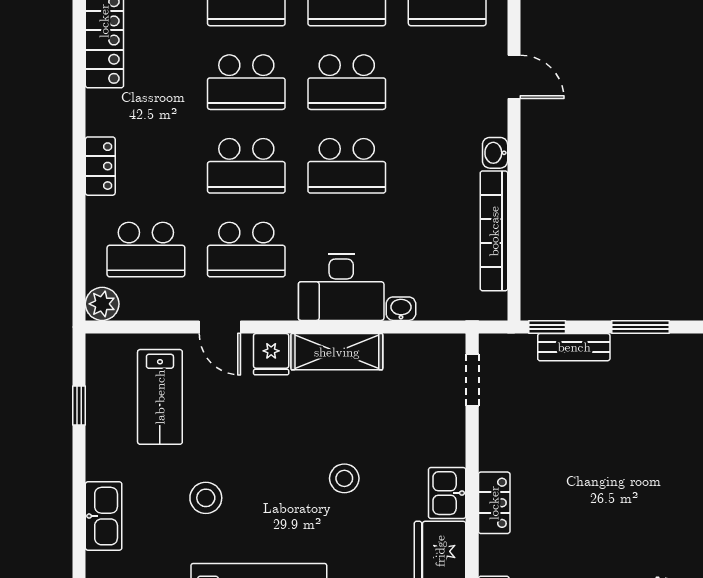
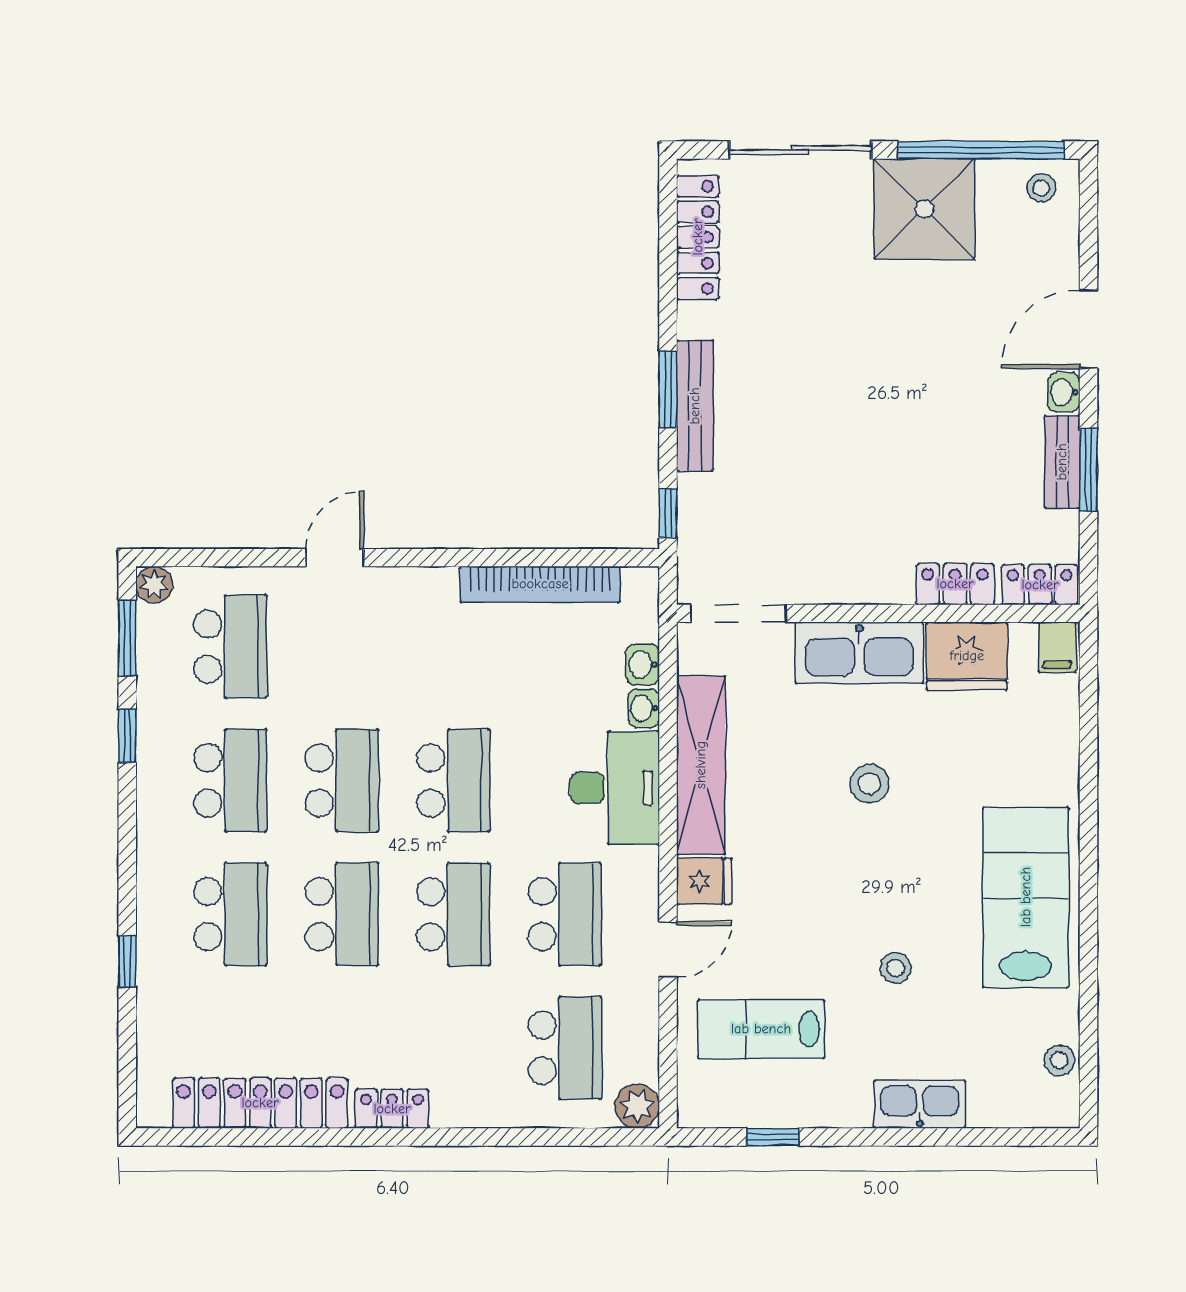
washbasin: (495, 153) -> (643, 665), moved, turned 90
locker: (100, 166) -> (392, 1109), moved
bench: (574, 347) -> (695, 406), moved, width x1.36
shelving: (337, 352) -> (701, 765), width x1.47
doorway: (472, 380) -> (738, 613), width x1.38
lab bench: (160, 397) -> (761, 1029), turned 180
kitchen sink: (447, 493) -> (859, 653), width x1.88, depth x1.24
stool: (206, 498) -> (896, 968), width x0.73, depth x0.73
locker: (494, 503) -> (955, 584), moved

